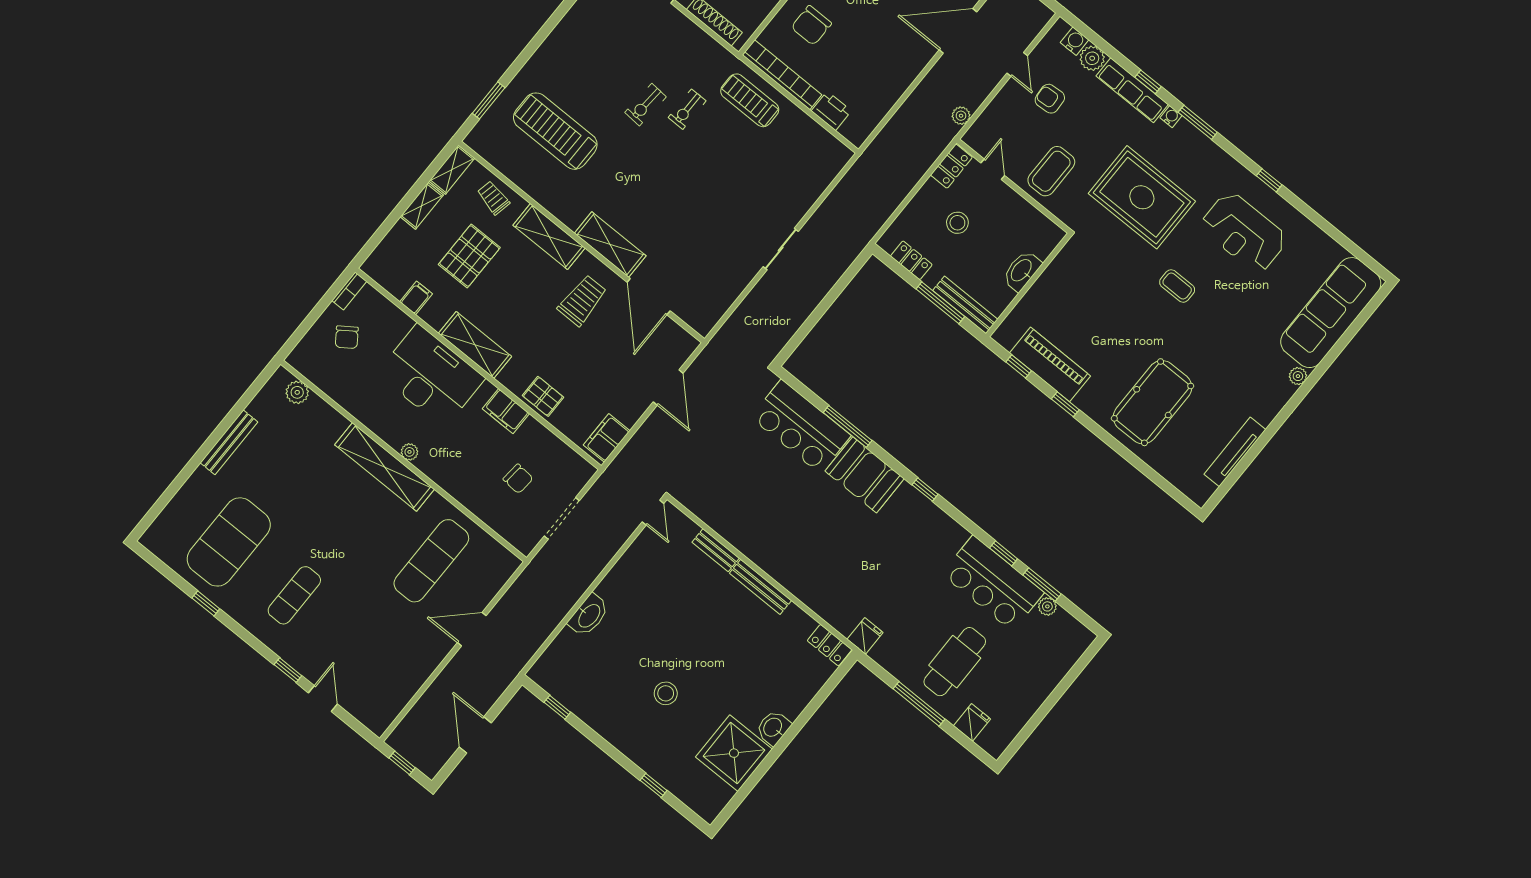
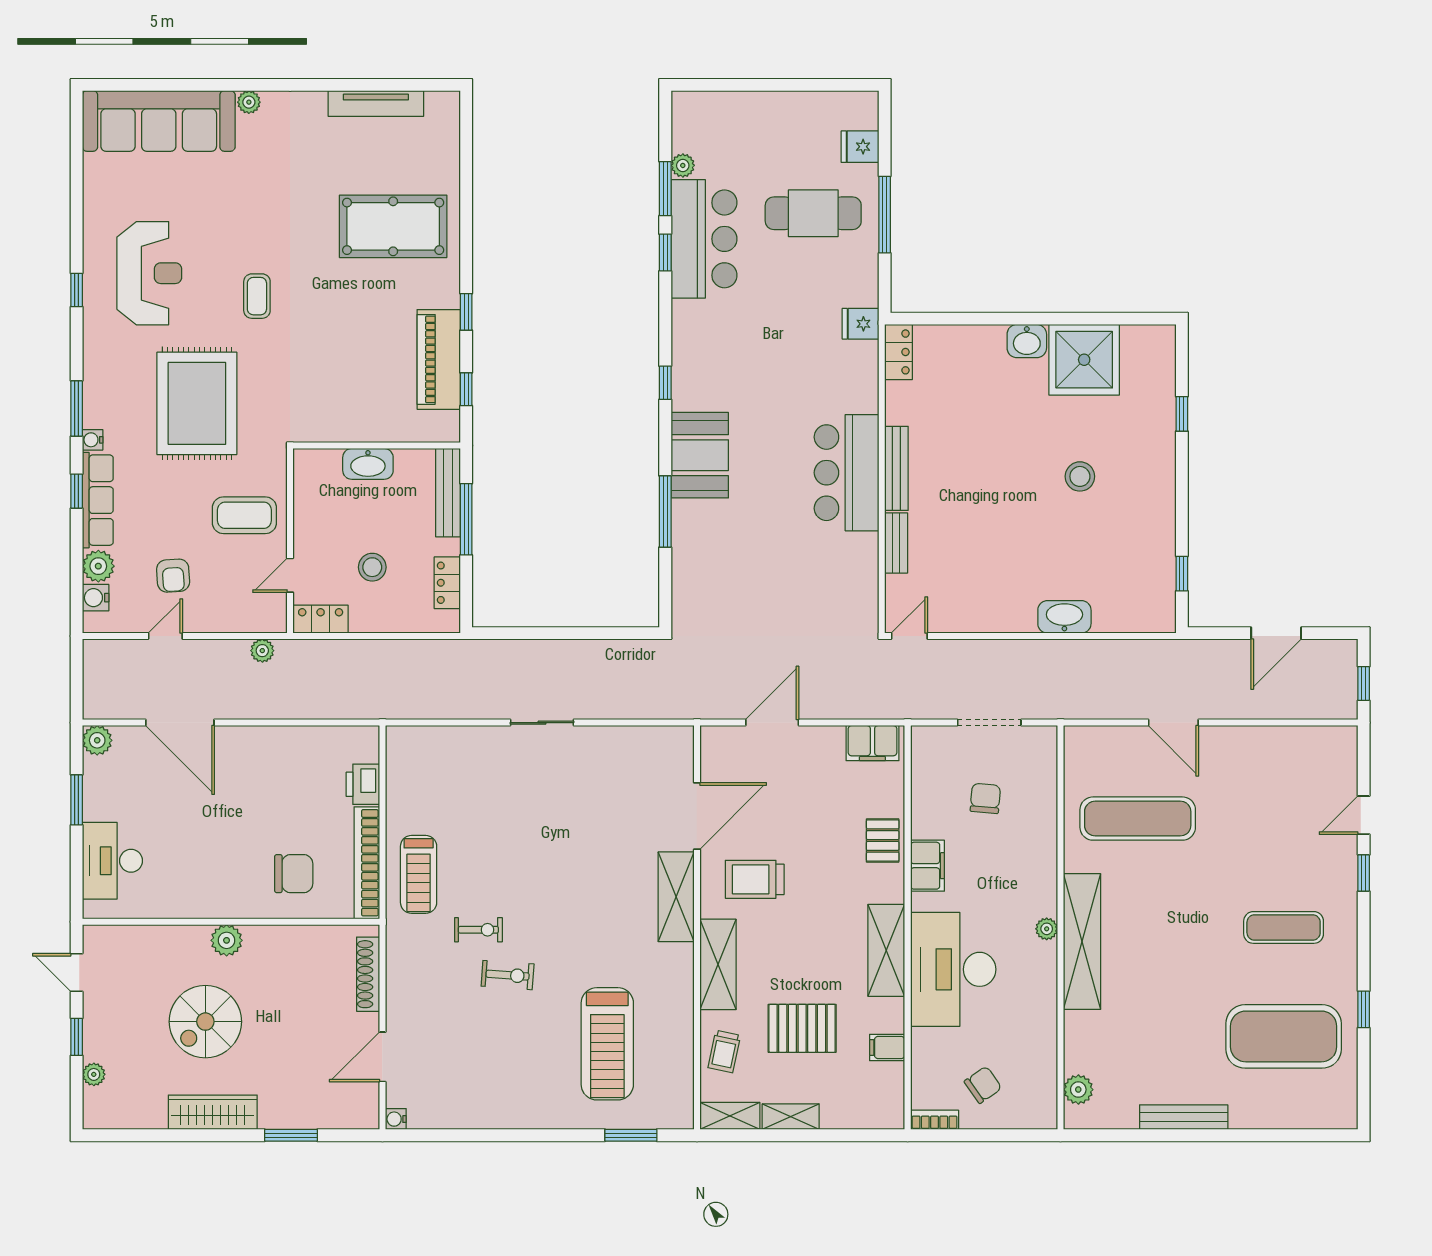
bar counter: (801, 426) -> (846, 473), moved, turned 180

